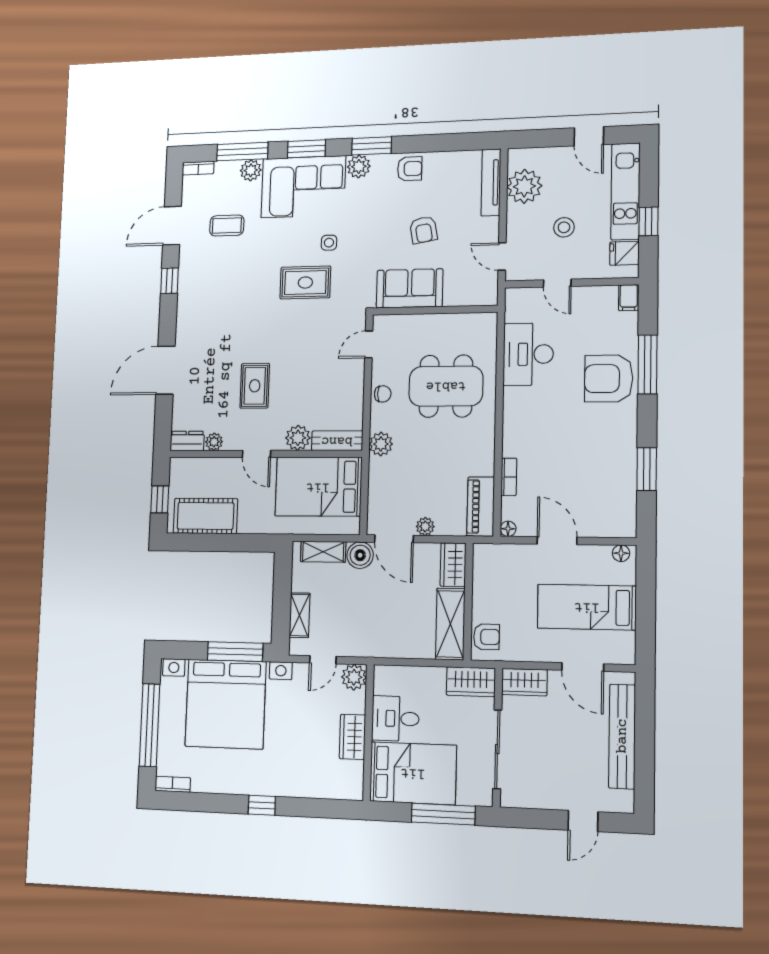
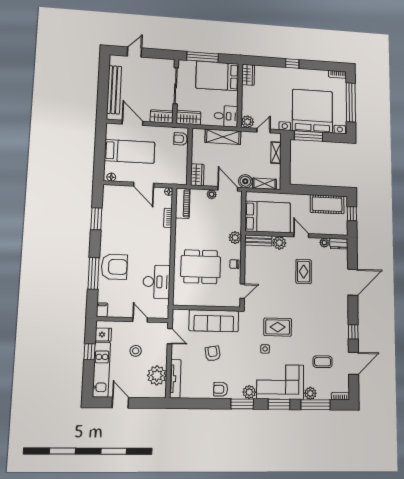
sofa: (410, 288) -> (214, 321), width x1.36
shelving: (450, 624) -> (223, 137), moved, turned 90
desk: (395, 719) -> (226, 116), moved
wardrobe: (352, 737) -> (248, 75), moved

